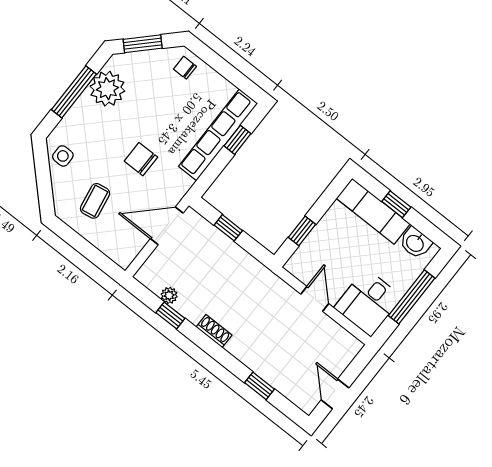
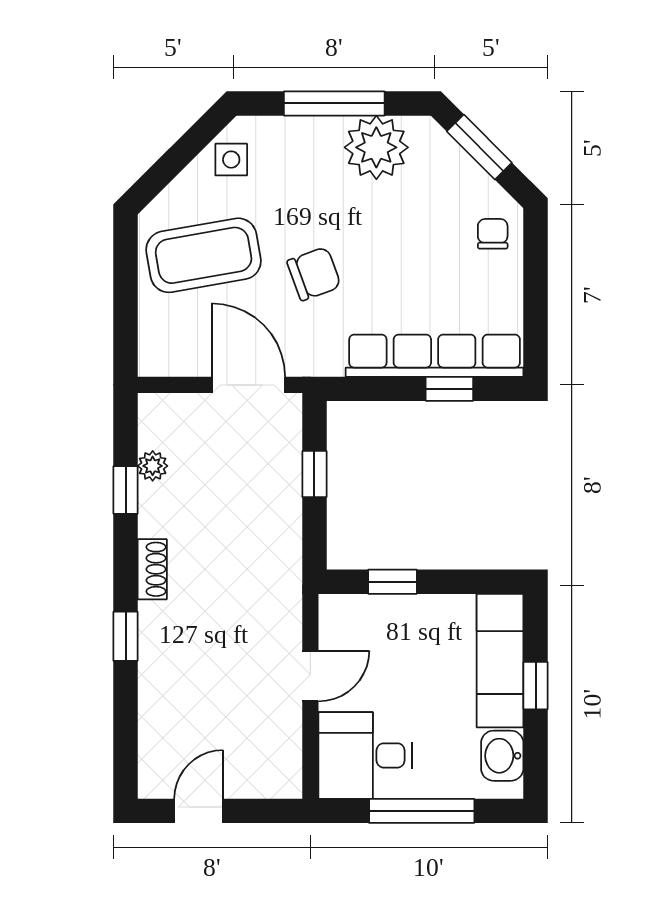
chair: (141, 159) -> (314, 274), turned 70
coffee table: (95, 201) -> (204, 255), width x1.86, depth x1.72
window: (259, 386) -> (126, 636), moved

